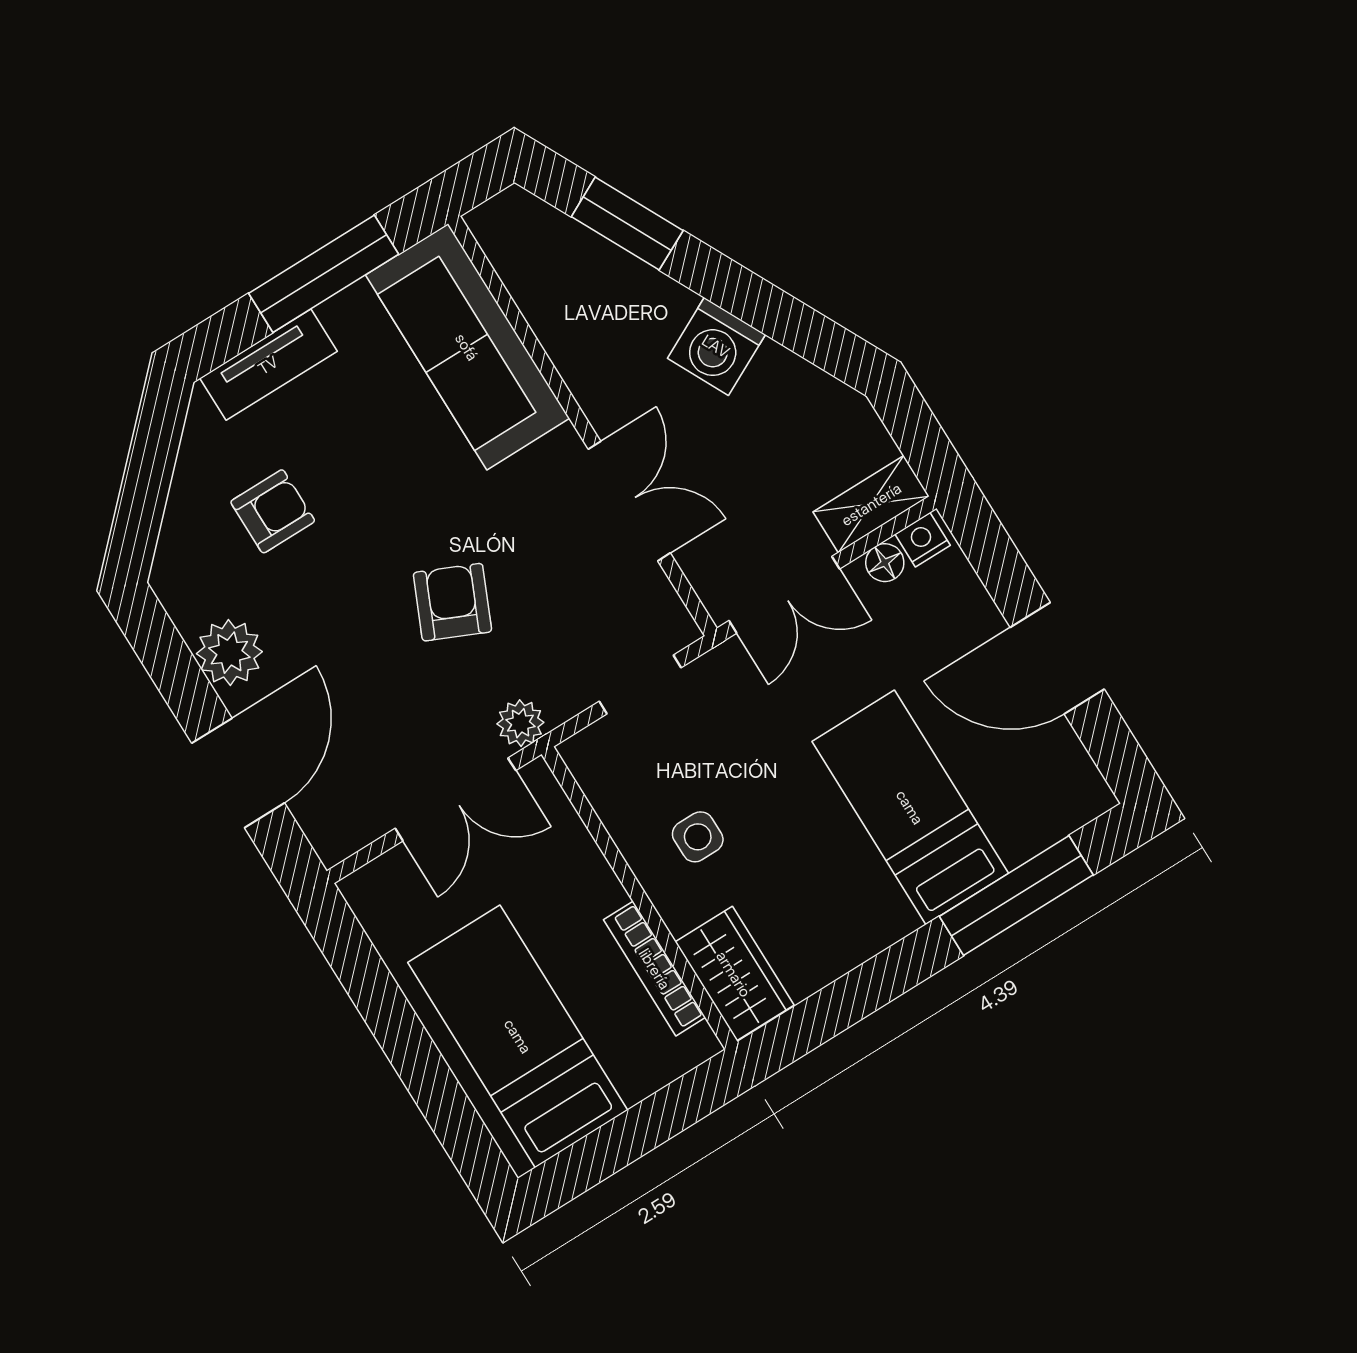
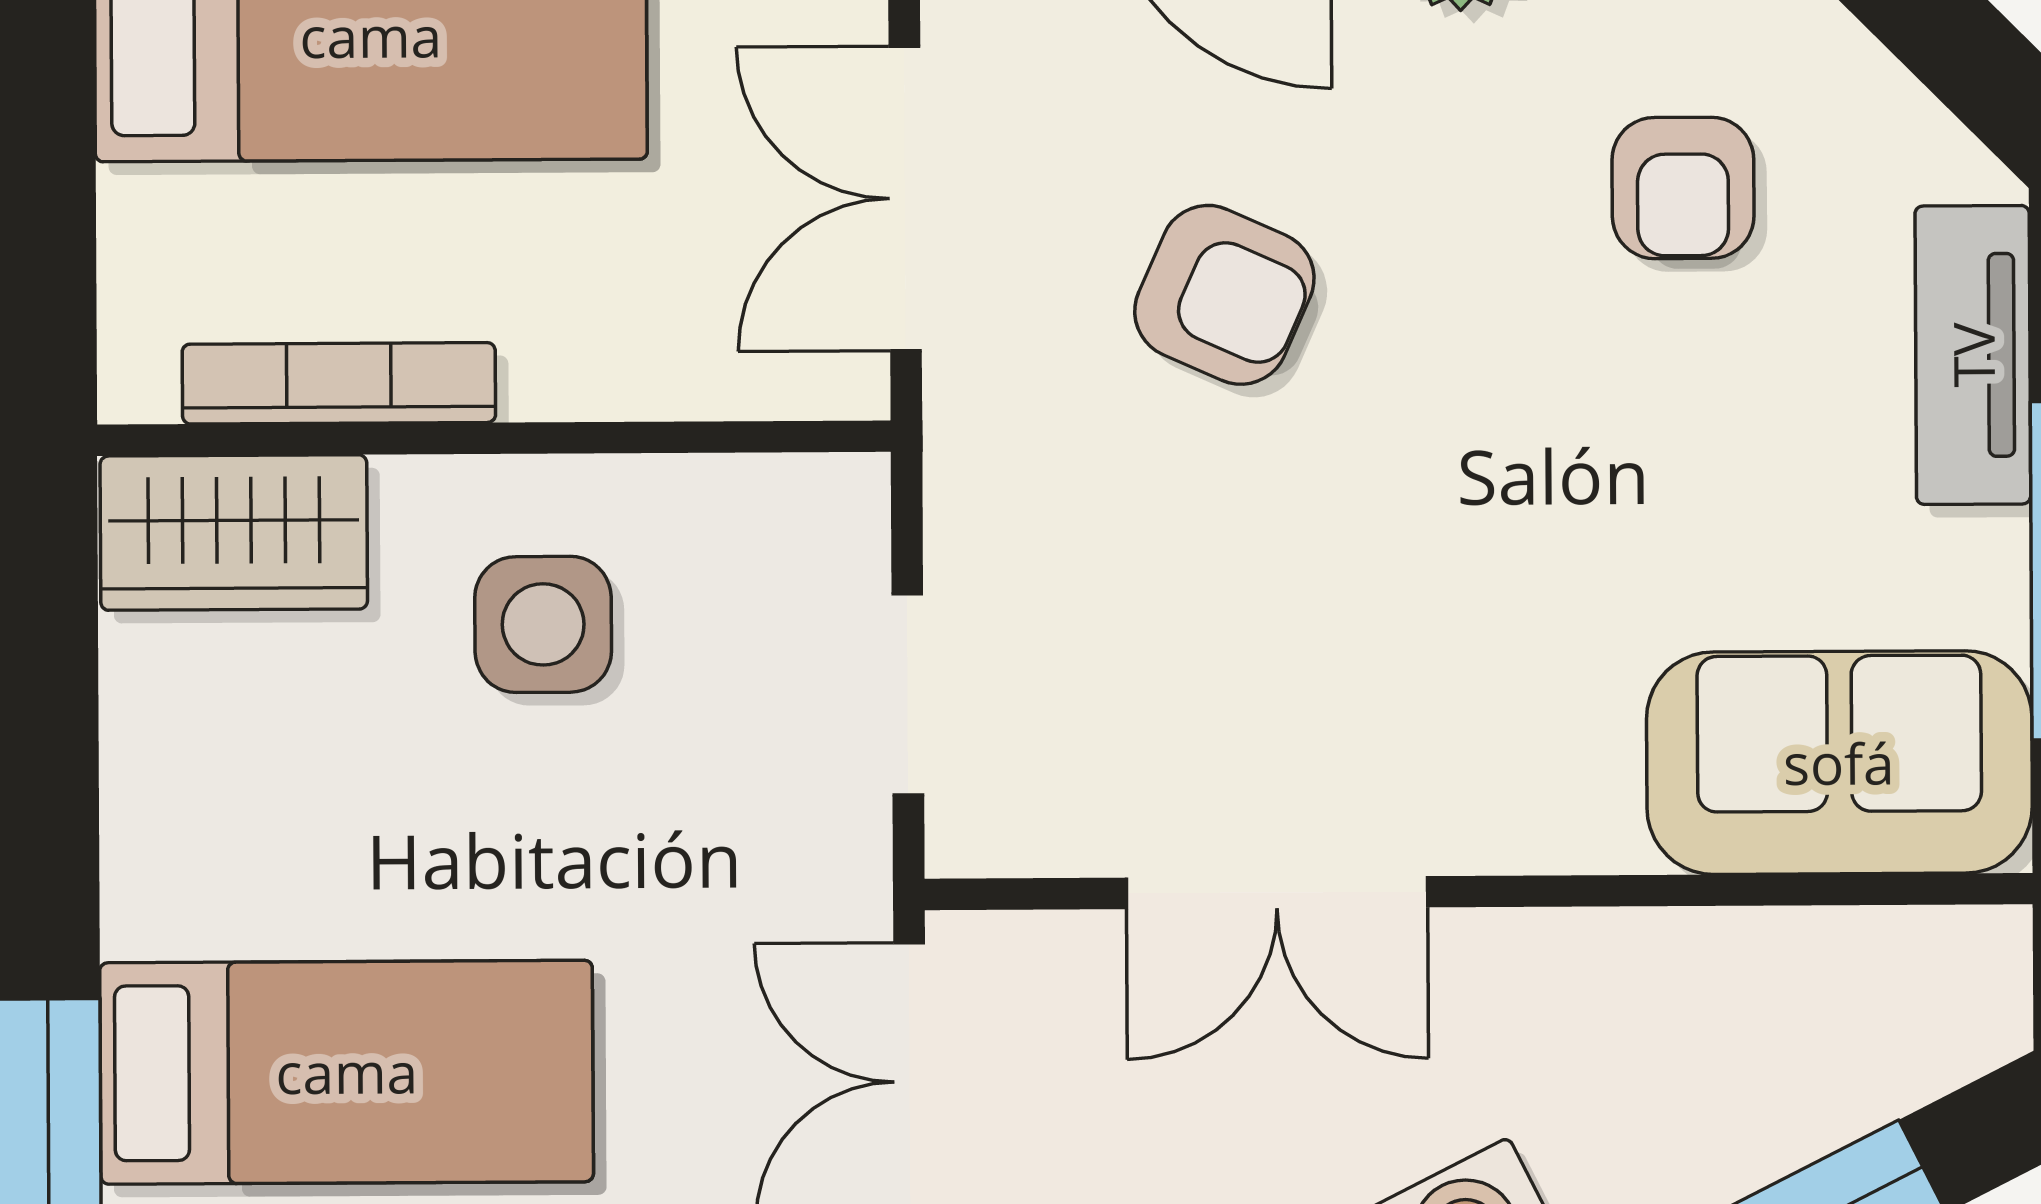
sofa: (467, 347) -> (1839, 763), width x0.73
armchair: (452, 602) -> (1224, 295), moved
plant: (520, 723) -> (976, 416), removed
side table: (698, 837) -> (543, 624), width x1.37, depth x1.37

